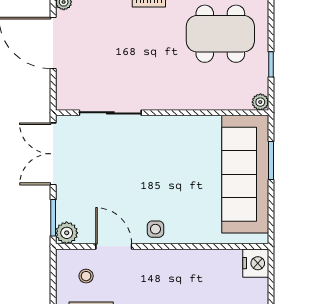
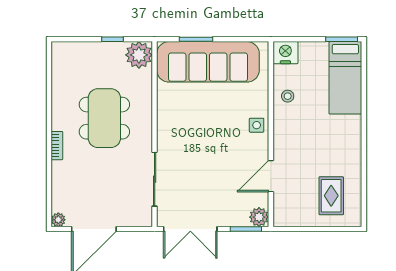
dining table: (220, 34) -> (104, 118), moved
plant: (260, 102) -> (139, 55), width x1.87, depth x1.87
side table: (155, 229) -> (257, 125), moved
stool: (86, 276) -> (288, 96), moved

